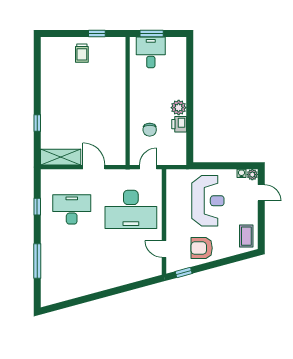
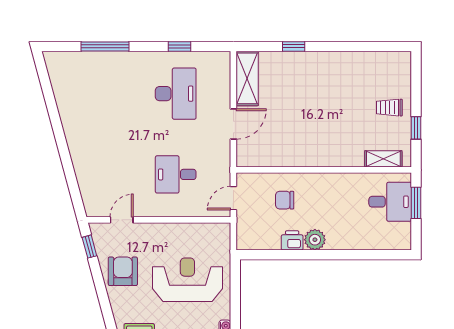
shelving: (119, 57) -> (383, 159), added
door: (148, 167) -> (233, 198), swing flipped
reception desk: (208, 201) -> (187, 280), turned 180
desk: (131, 209) -> (176, 174), width x0.53, depth x0.77

